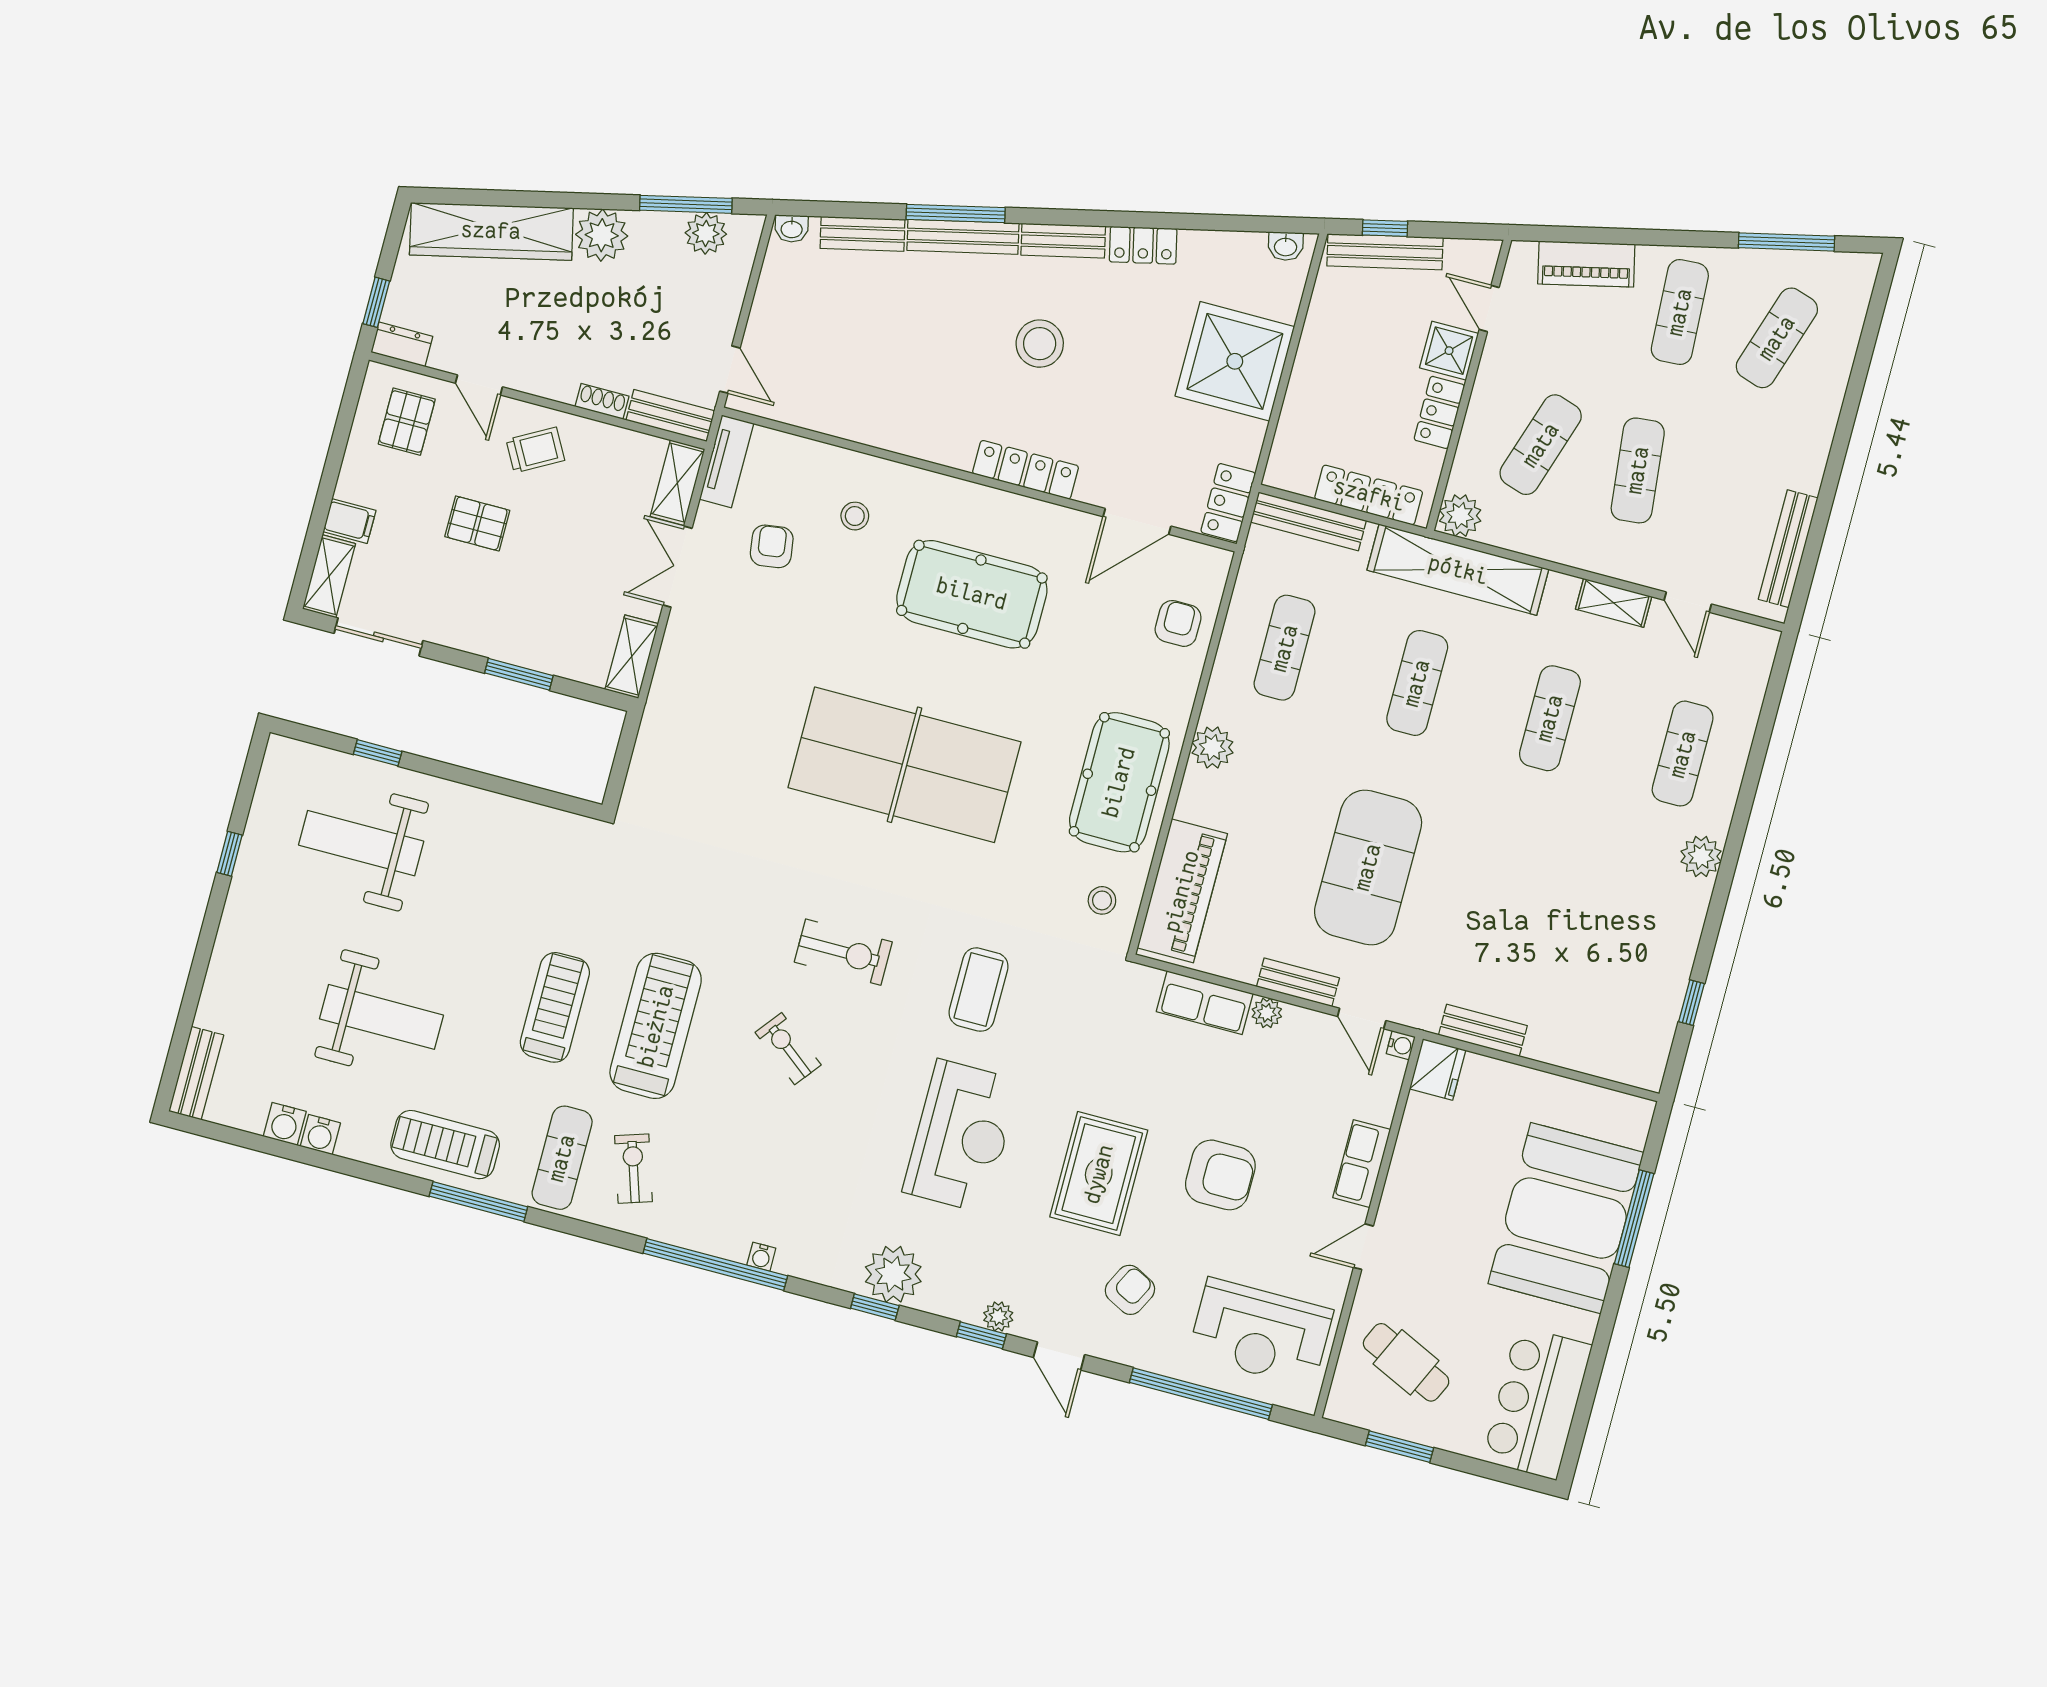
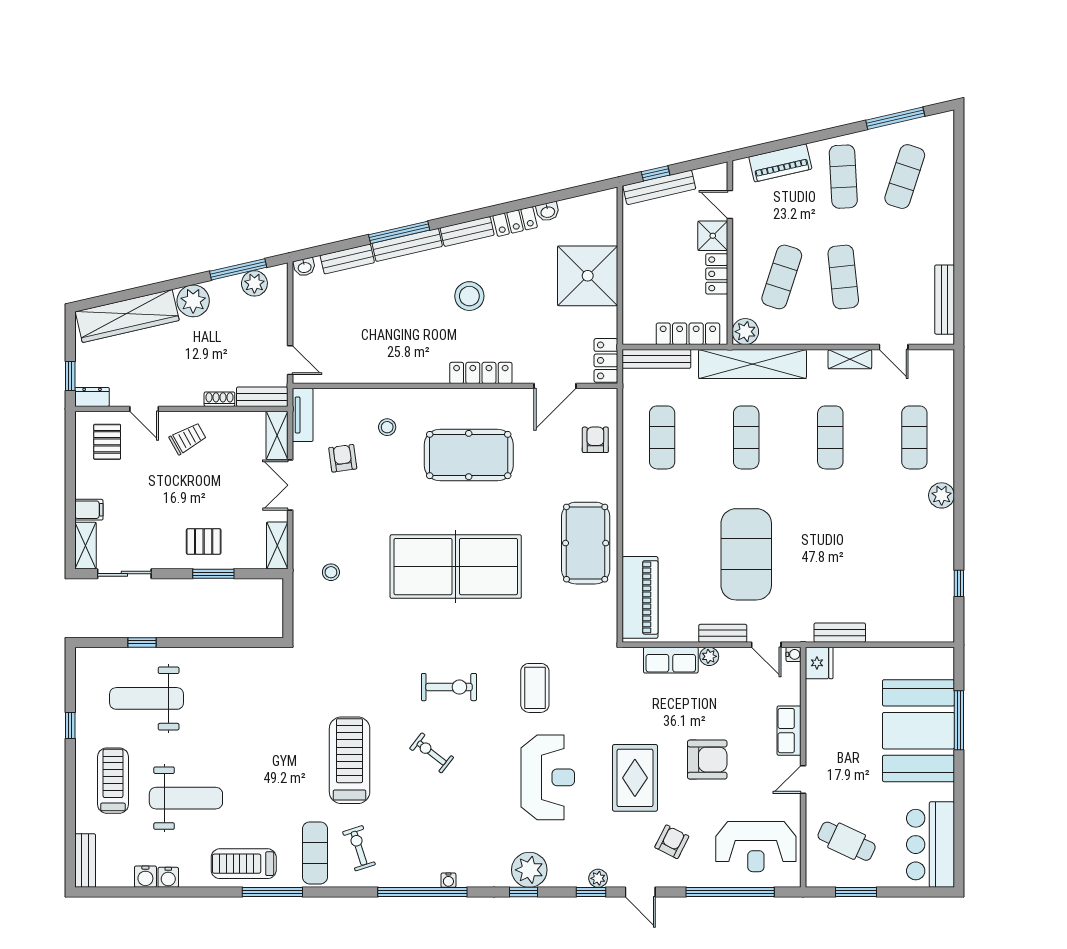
washbasin: (1286, 246) -> (548, 212), moved
pallet: (477, 523) -> (204, 541), moved
plant: (1212, 748) -> (635, 508), removed
stool: (1102, 900) -> (331, 572), moved
treadmill: (555, 1007) -> (113, 781), moved

